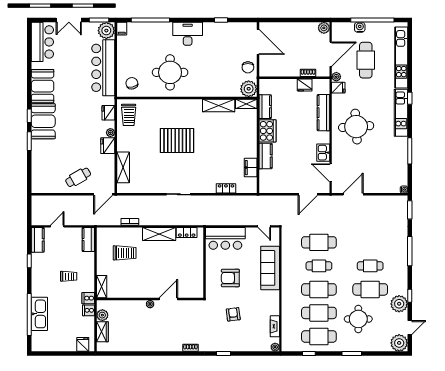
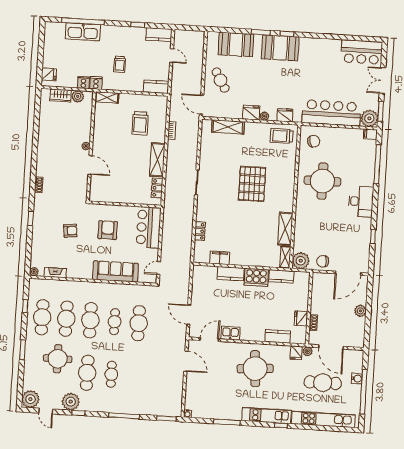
plant: (324, 28) -> (360, 311), moved
booth: (43, 86) -> (236, 44), moved
kitchen counter: (324, 113) -> (278, 336), width x0.67

